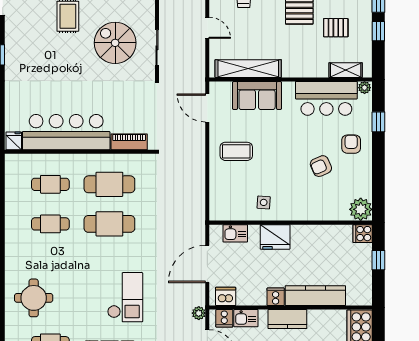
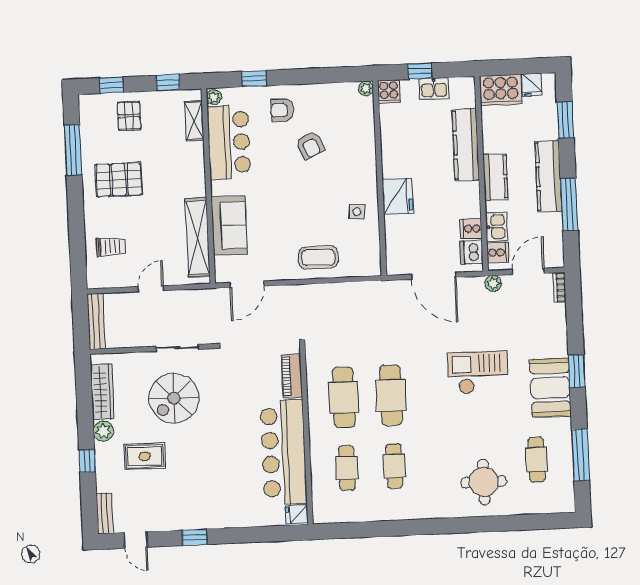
pallet: (336, 28) -> (129, 116), moved
window: (378, 31) -> (168, 83), moved
coffee table: (236, 151) -> (318, 257), moved, turned 90
plant: (361, 209) -> (366, 88), width x0.53, depth x0.53
kitchen sink: (235, 233) -> (434, 89), moved, turned 90
cooker: (276, 297) -> (471, 229), moved

